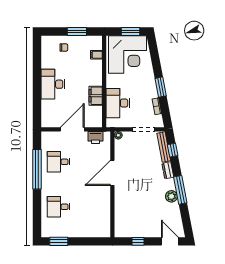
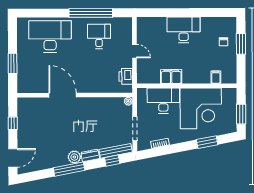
window: (77, 32) -> (241, 44), moved
corner desk: (127, 54) -> (201, 108), moved, turned -90
window: (161, 87) -> (207, 142), moved
door: (72, 129) -> (134, 51), width x0.53
door: (112, 173) -> (63, 95), moved
plant: (171, 196) -> (74, 157), moved
desk: (59, 207) -> (50, 37), width x1.87, depth x1.30
window: (59, 241) -> (13, 63), moved

